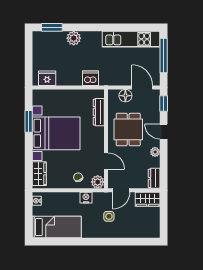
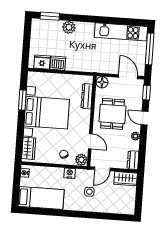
dishwasher: (90, 78) -> (58, 63), moved
floor lamp: (125, 96) -> (102, 82), moved

